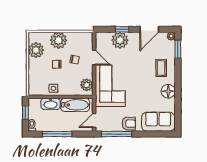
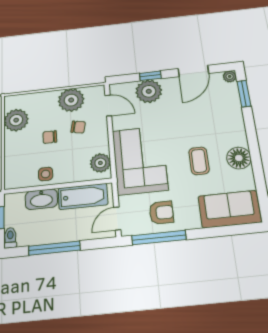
plant: (58, 40) -> (71, 100), moved
door: (94, 58) -> (108, 106), moved
coffee table: (161, 68) -> (199, 161), moved
armchair: (129, 124) -> (161, 213), moved

